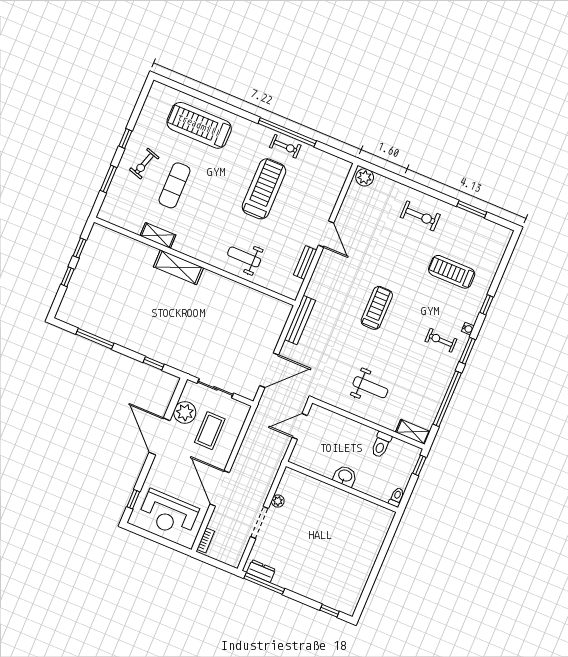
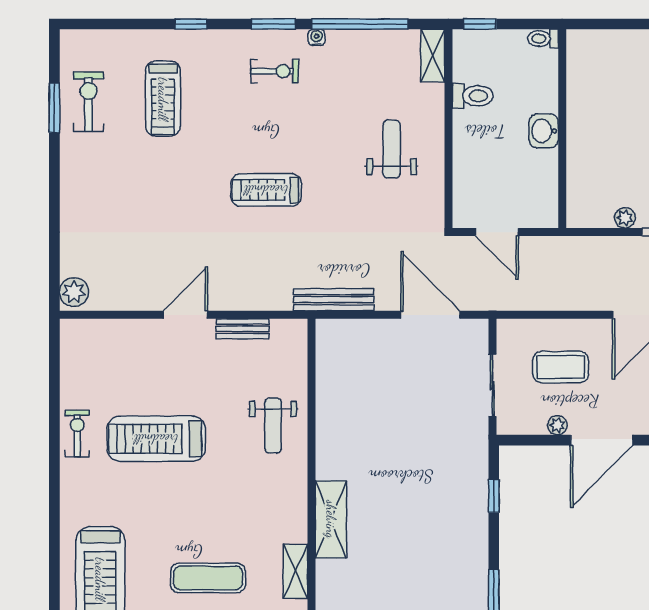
window: (287, 132) -> (54, 440), removed
exercise bike: (420, 216) -> (89, 102), moved
water cooler: (468, 329) -> (317, 37), moved
exercise bike: (441, 340) -> (275, 71), turned -90
plant: (185, 412) -> (557, 425), width x0.53, depth x0.53

